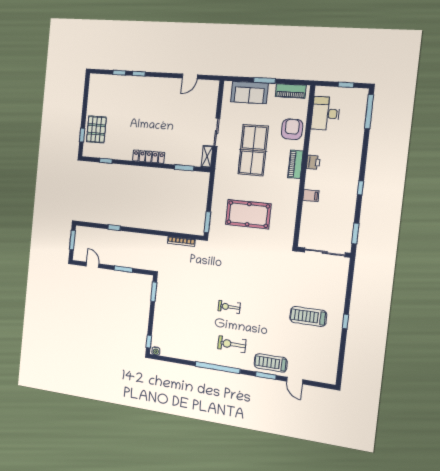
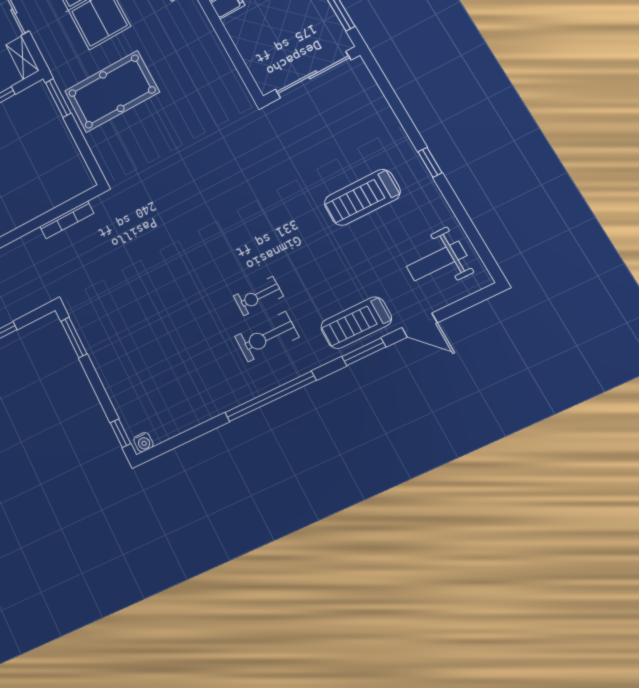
pool table: (248, 214) -> (112, 92), moved
window: (207, 222) -> (58, 98), moved
exercise bike: (229, 307) -> (258, 296), moved
weight bench: (319, 361) -> (436, 261), added

